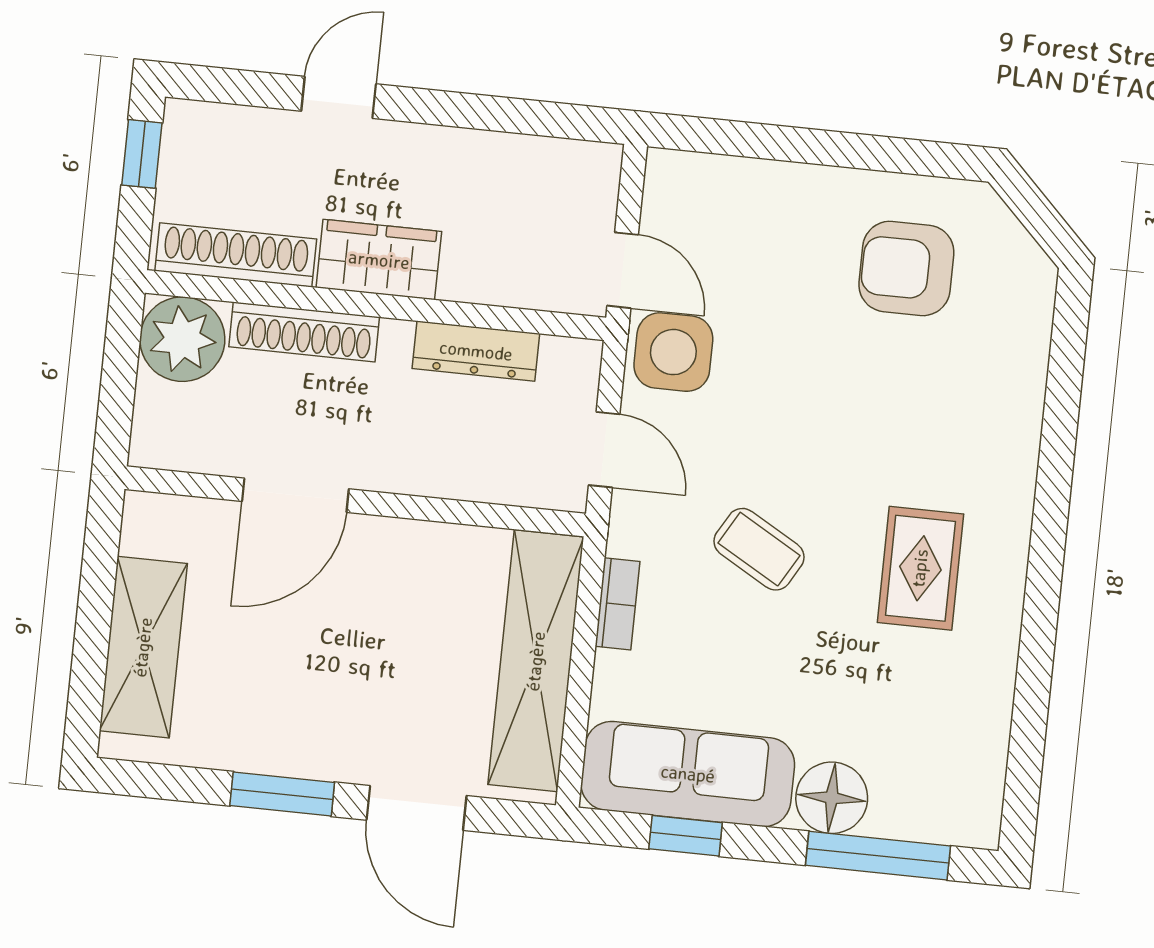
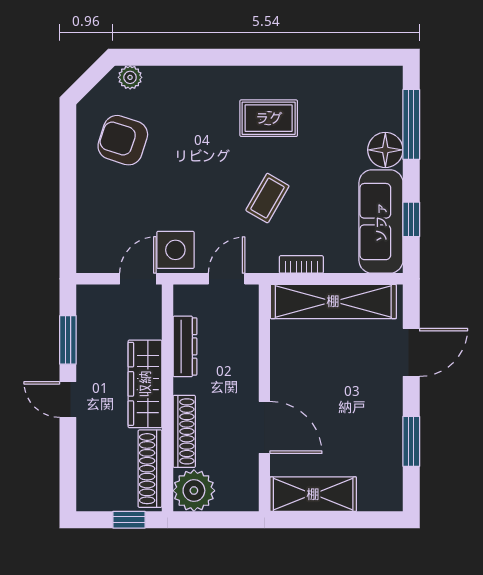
door: (339, 97) -> (68, 399), moved
window: (514, 116) -> (68, 340), added
window: (142, 154) -> (129, 520), moved
wardrobe: (379, 260) -> (145, 384), width x1.50
armchair: (906, 268) -> (123, 140), turned 108
plant: (1032, 296) -> (130, 77), added
shelving: (143, 647) -> (313, 494), moved
window: (282, 794) -> (411, 441), moved

